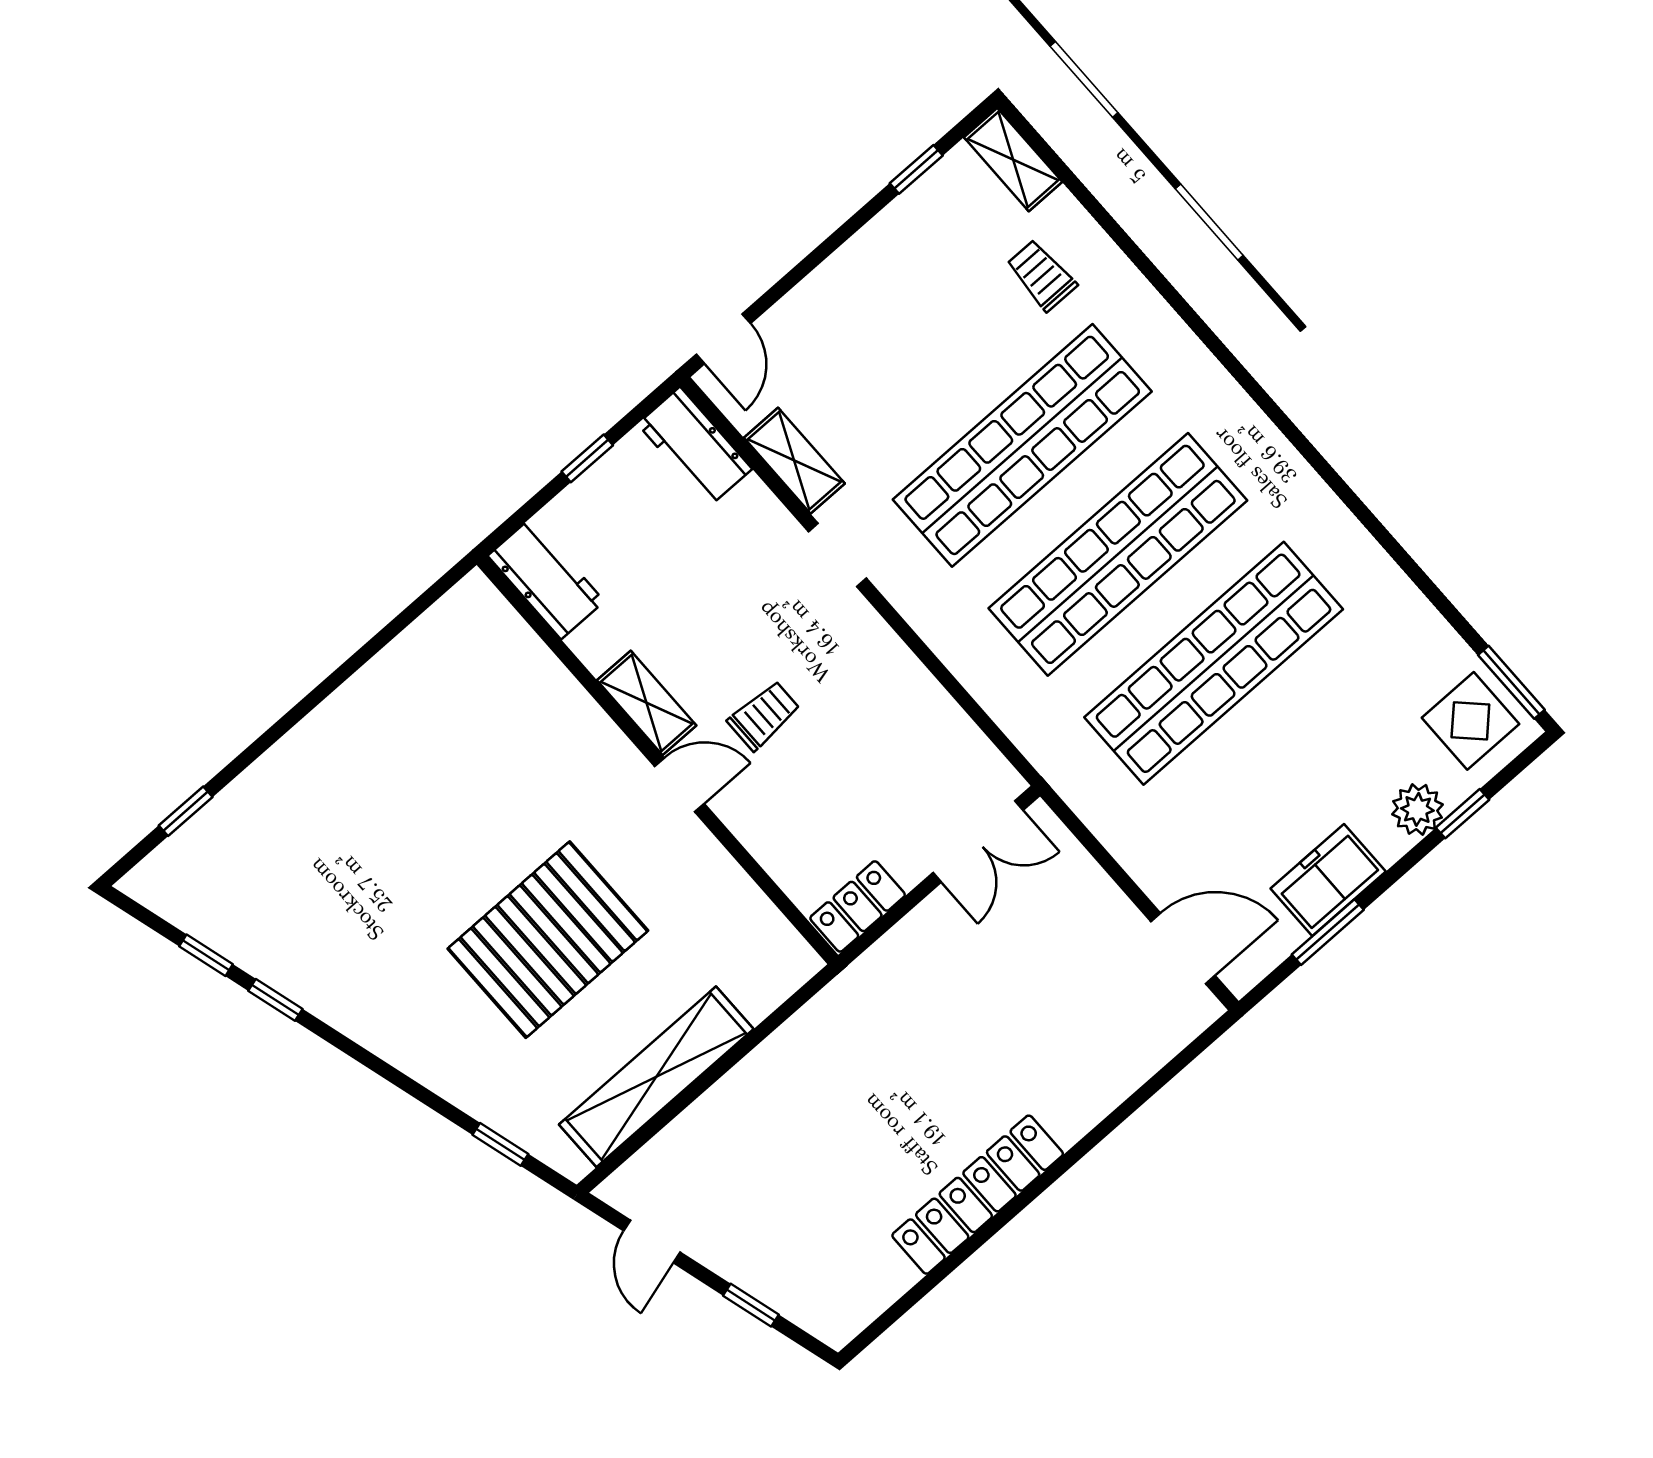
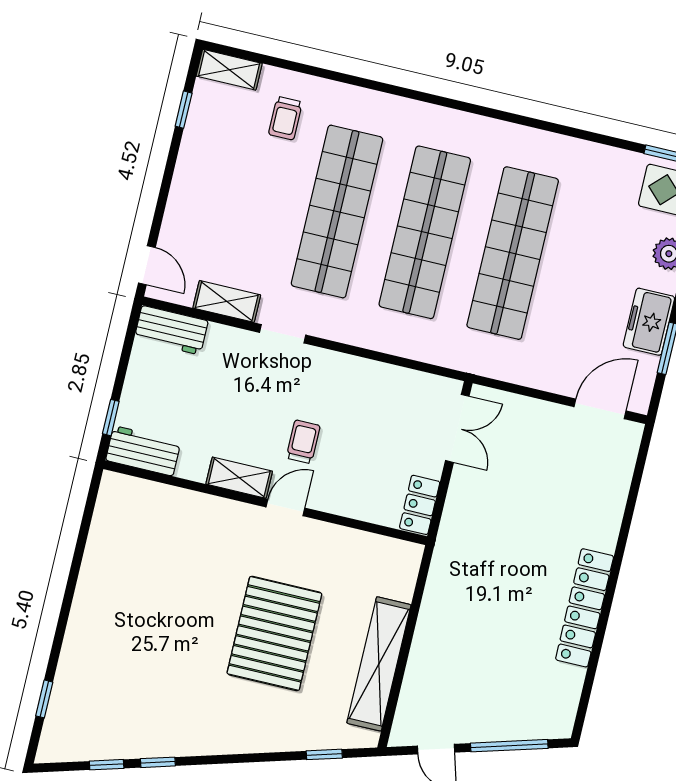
trolley: (1042, 275) -> (285, 118), turned -90
window: (587, 458) -> (111, 418), moved
window: (751, 1305) -> (509, 746), width x2.17

